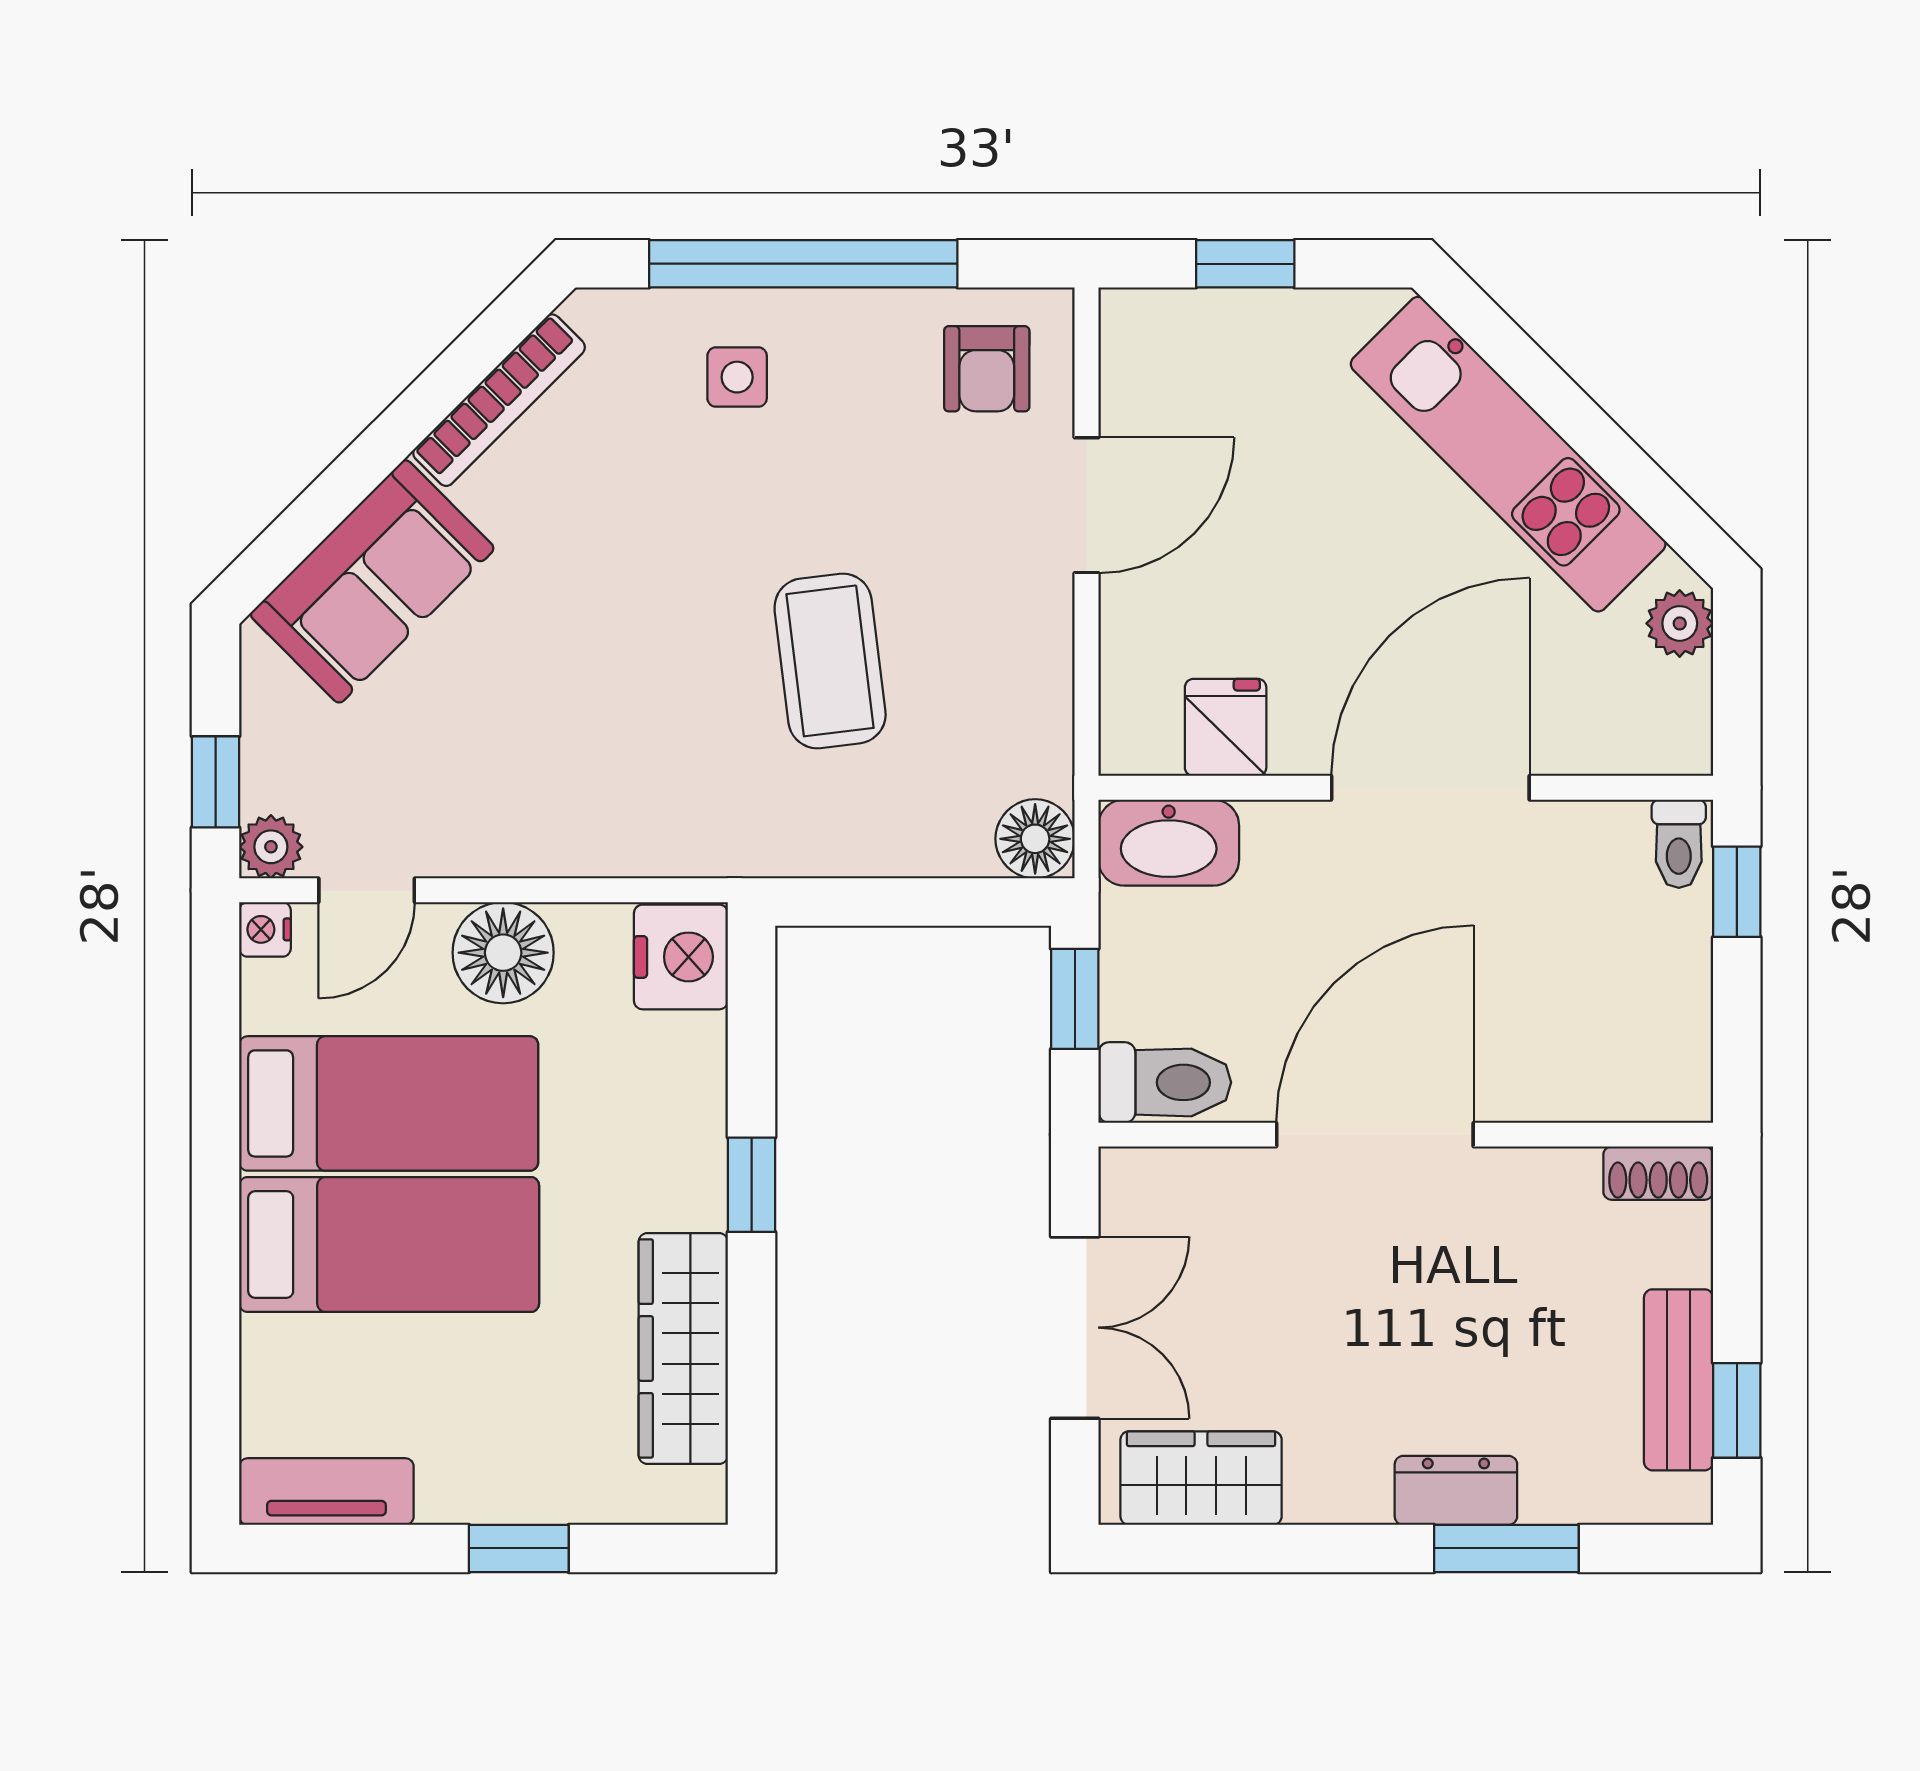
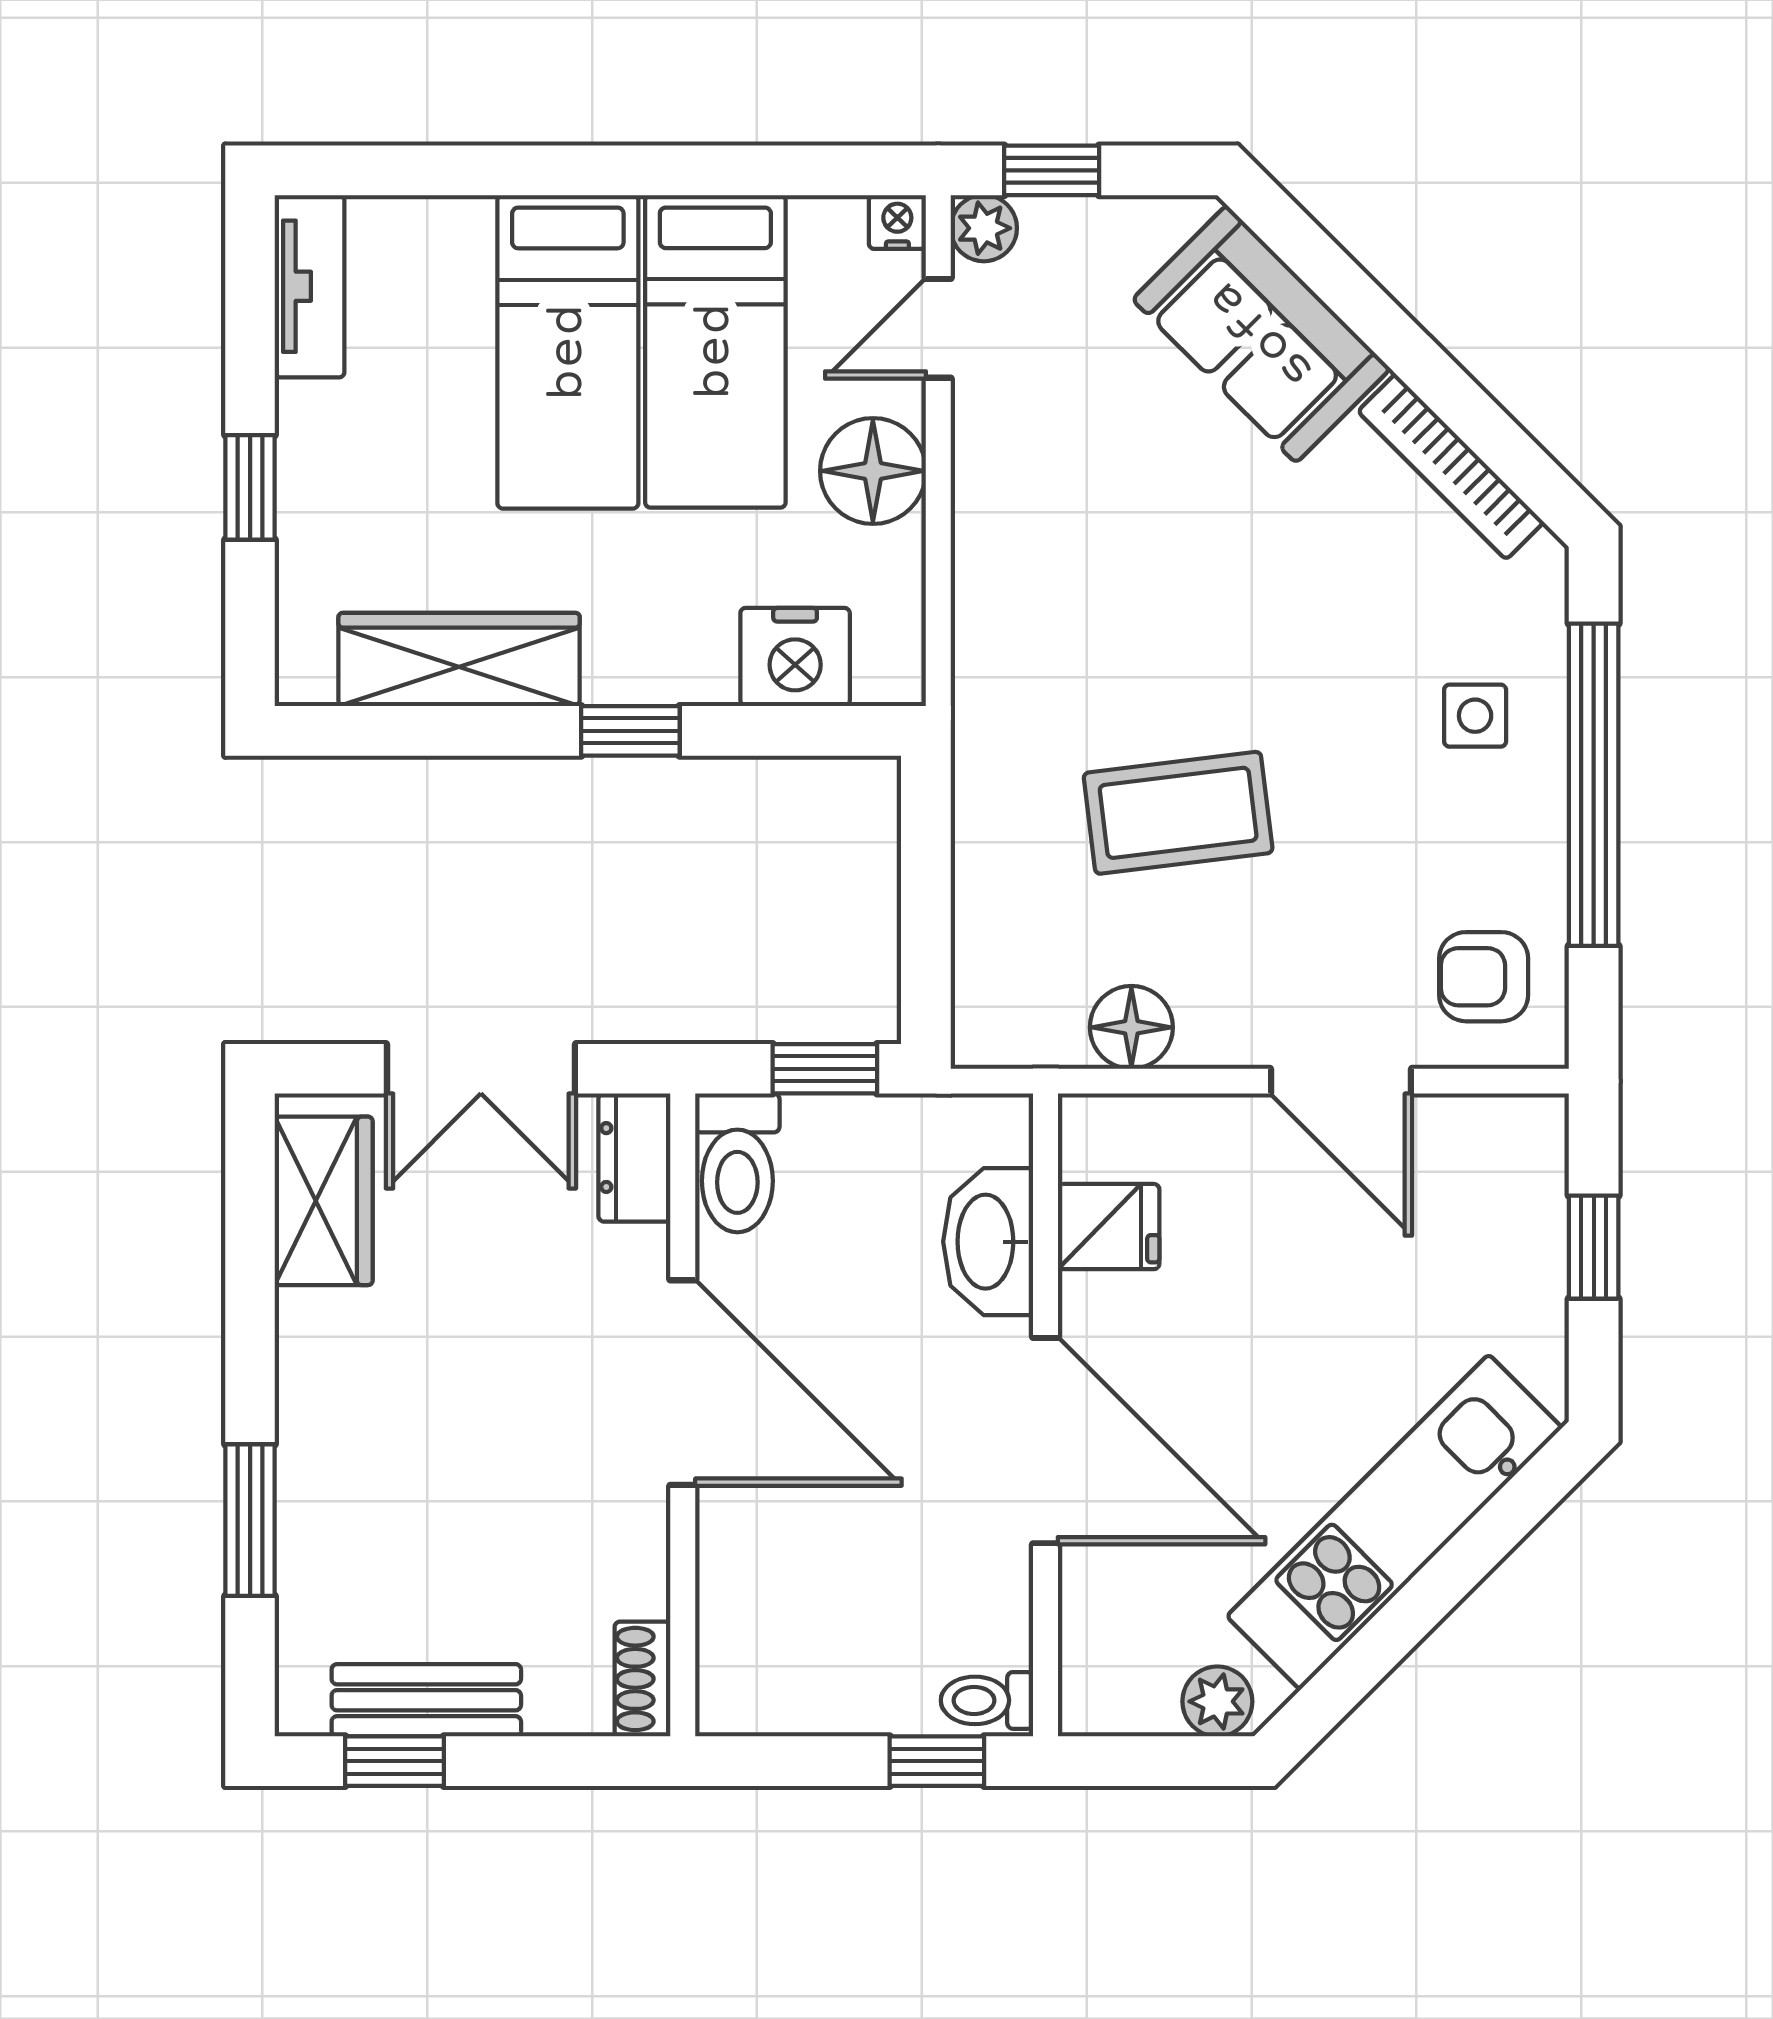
floor lamp: (1035, 839) -> (1131, 1027), moved
washbasin: (1169, 843) -> (988, 1242), moved
door: (367, 890) -> (938, 328), hinge flipped
nightstand: (681, 957) -> (795, 657), moved
dresser: (1456, 1490) -> (634, 1158), moved, turned 180

